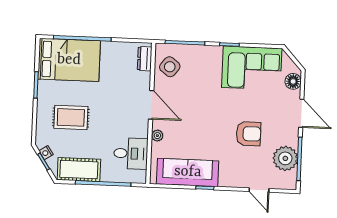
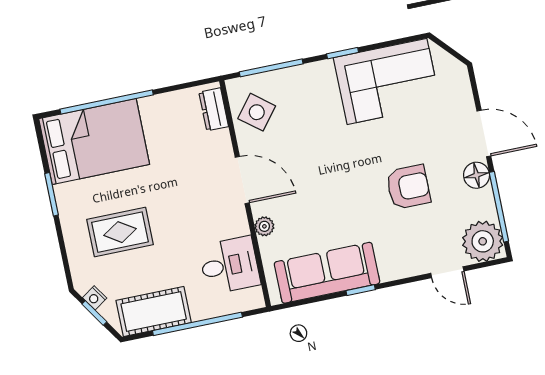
floor lamp: (293, 81) -> (477, 175), moved
plant: (285, 158) -> (483, 241), moved

